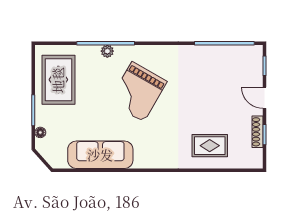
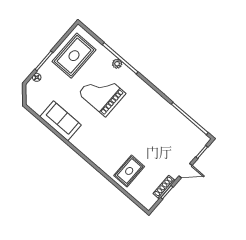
grand piano: (138, 92) -> (102, 93), moved, turned 60
door: (264, 98) -> (186, 171), swing flipped
rug: (210, 146) -> (129, 171), turned 90
sofa: (100, 155) -> (61, 121), width x0.73

